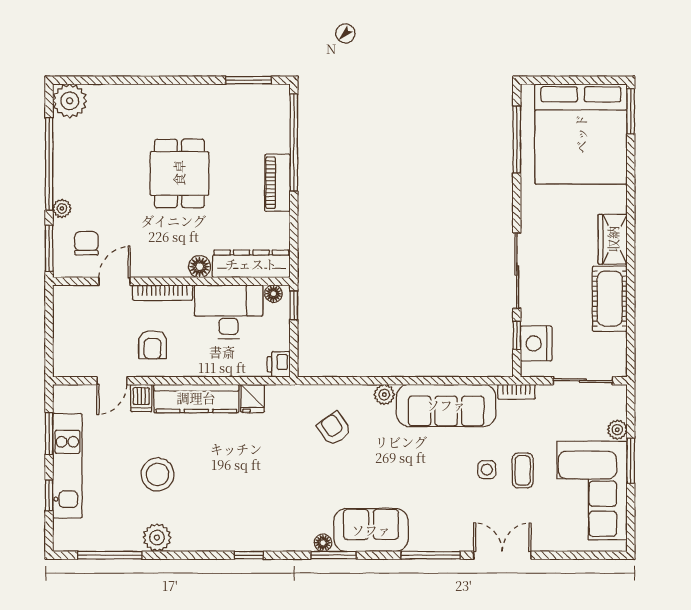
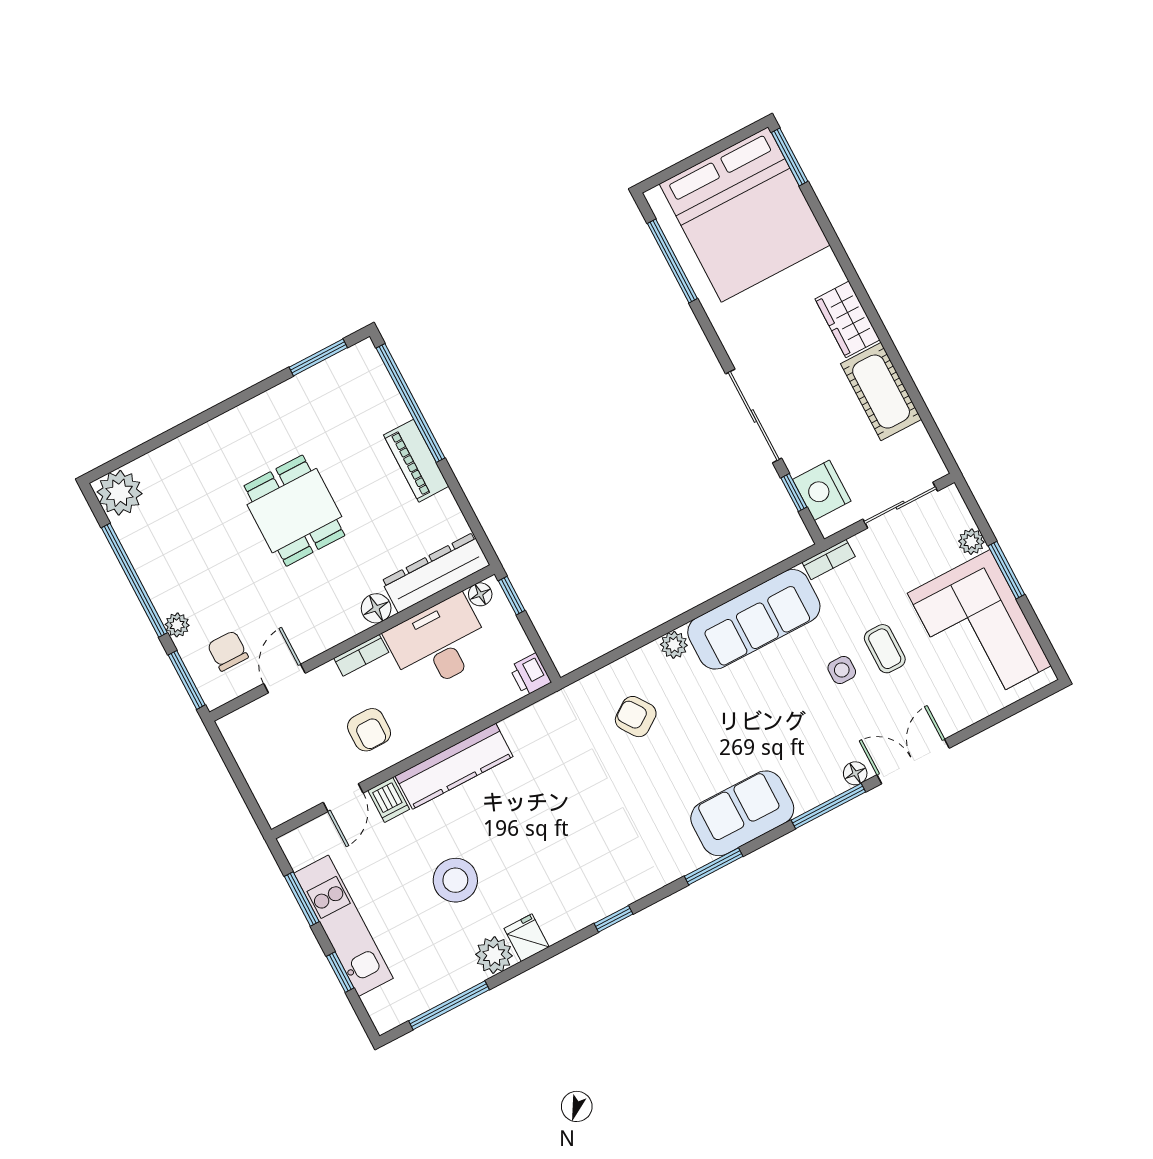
bookcase: (162, 293) -> (361, 655), width x0.64
fridge: (253, 398) -> (527, 938), moved, turned 180
floor lamp: (323, 543) -> (855, 773), moved

